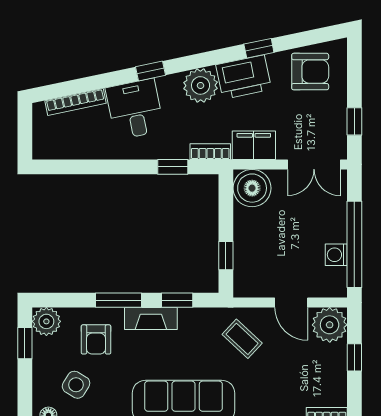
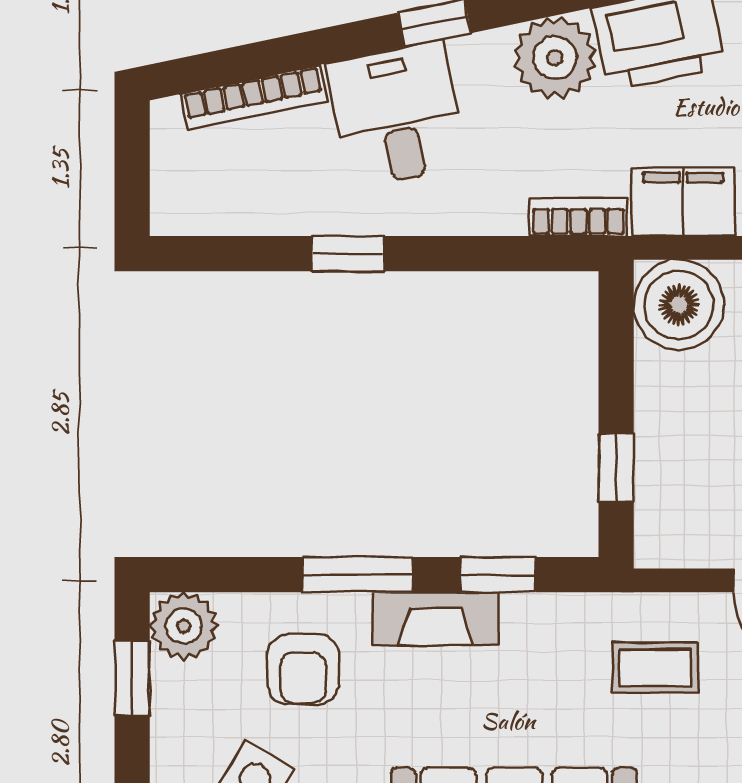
window: (173, 167) -> (348, 254), moved
coffee table: (242, 339) -> (655, 668), turned -43

